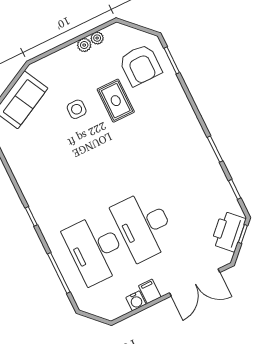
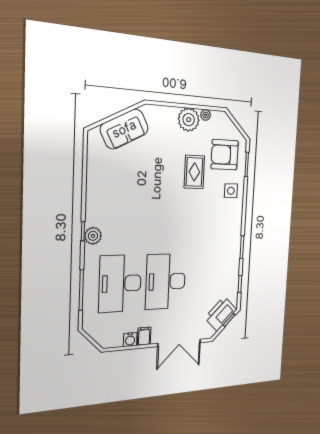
plant: (84, 45) -> (189, 120), width x1.88, depth x1.88
armchair: (140, 65) -> (225, 155), turned 90
side table: (77, 109) -> (231, 191), moved
plant: (43, 216) -> (93, 236), added

